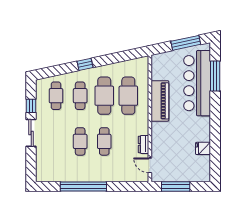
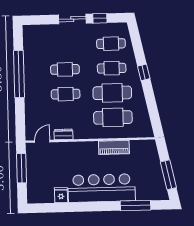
bar counter: (197, 83) -> (102, 188), moved
piano: (160, 101) -> (114, 147), width x0.73, depth x0.75

